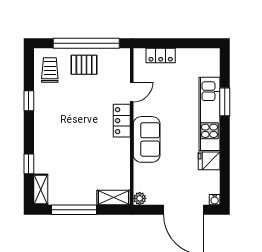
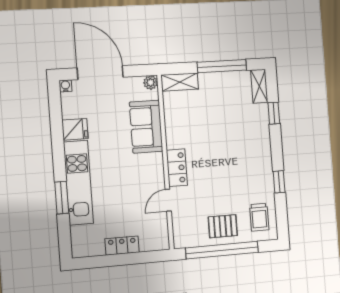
locker: (161, 56) -> (122, 245), moved
sofa: (147, 139) -> (146, 127), moved

